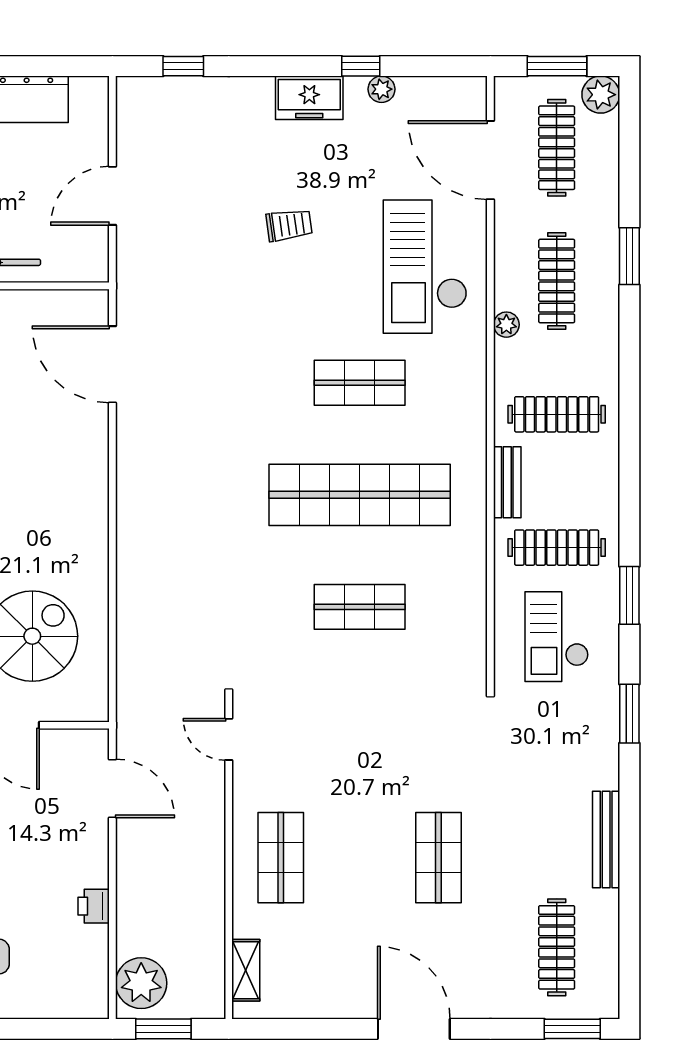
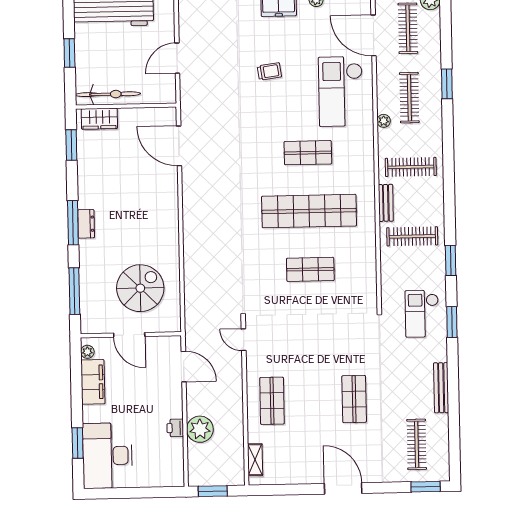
checkout: (557, 637) -> (422, 314), moved
plant: (141, 983) -> (200, 429), moved

